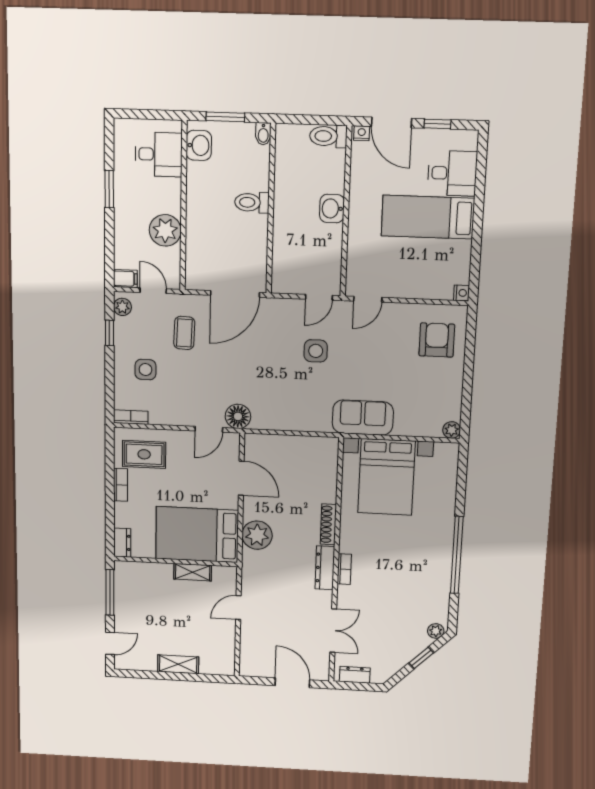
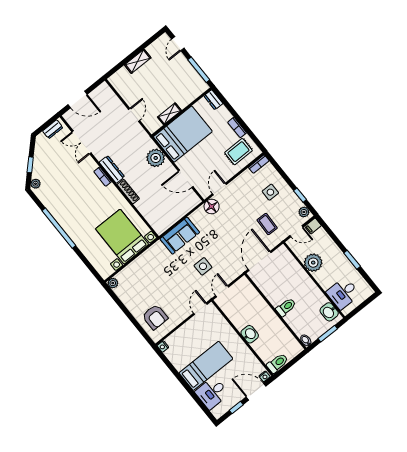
sofa: (363, 418) -> (180, 236), moved

